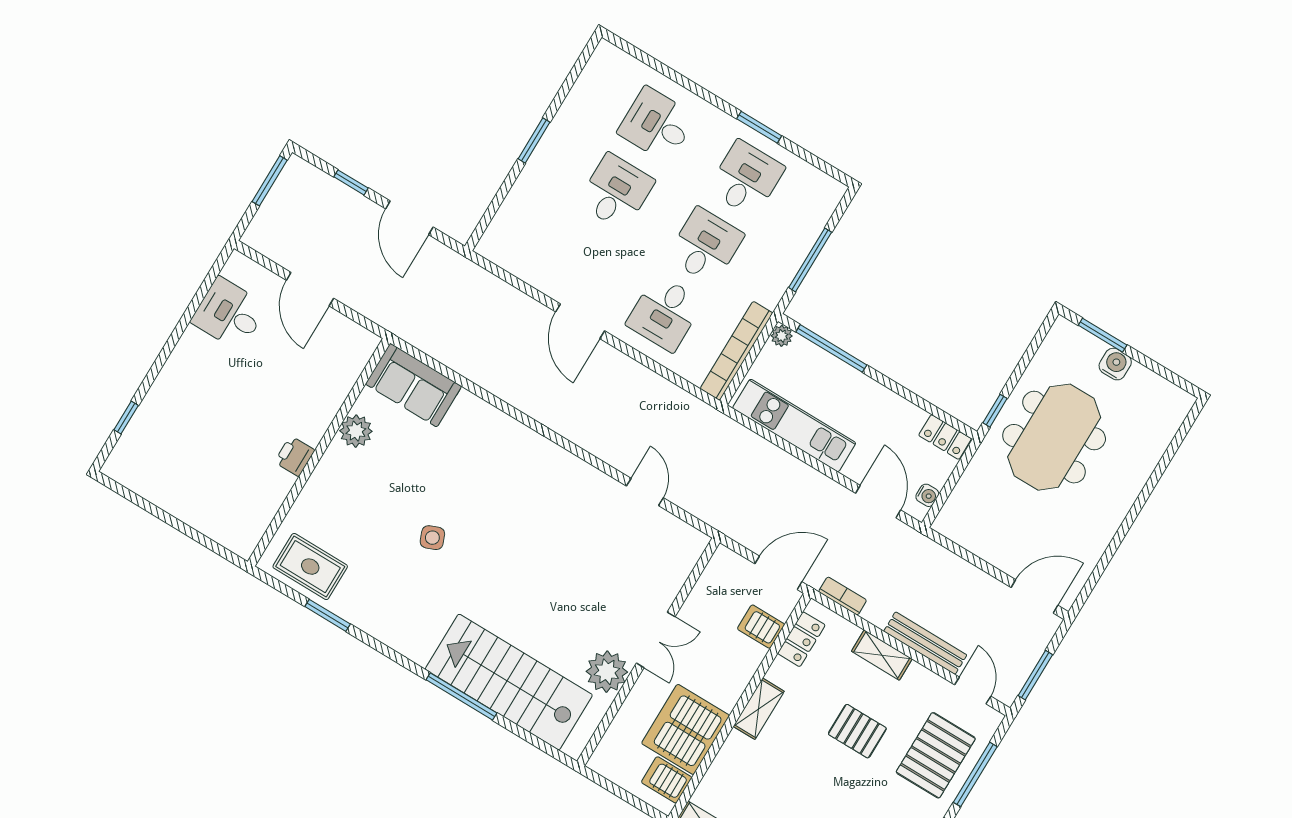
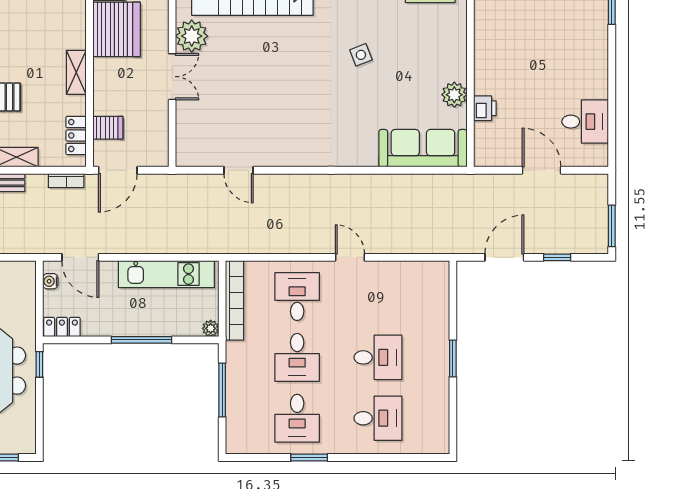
desk: (616, 192) -> (378, 357), turned -90
door: (409, 218) -> (504, 257), hinge flipped
door: (580, 321) -> (350, 257), width x0.73
window: (831, 348) -> (141, 340), moved
sofa: (413, 385) -> (423, 148), width x1.36
printer: (295, 456) -> (485, 108), moved
double door: (656, 640) -> (172, 77), swing flipped

